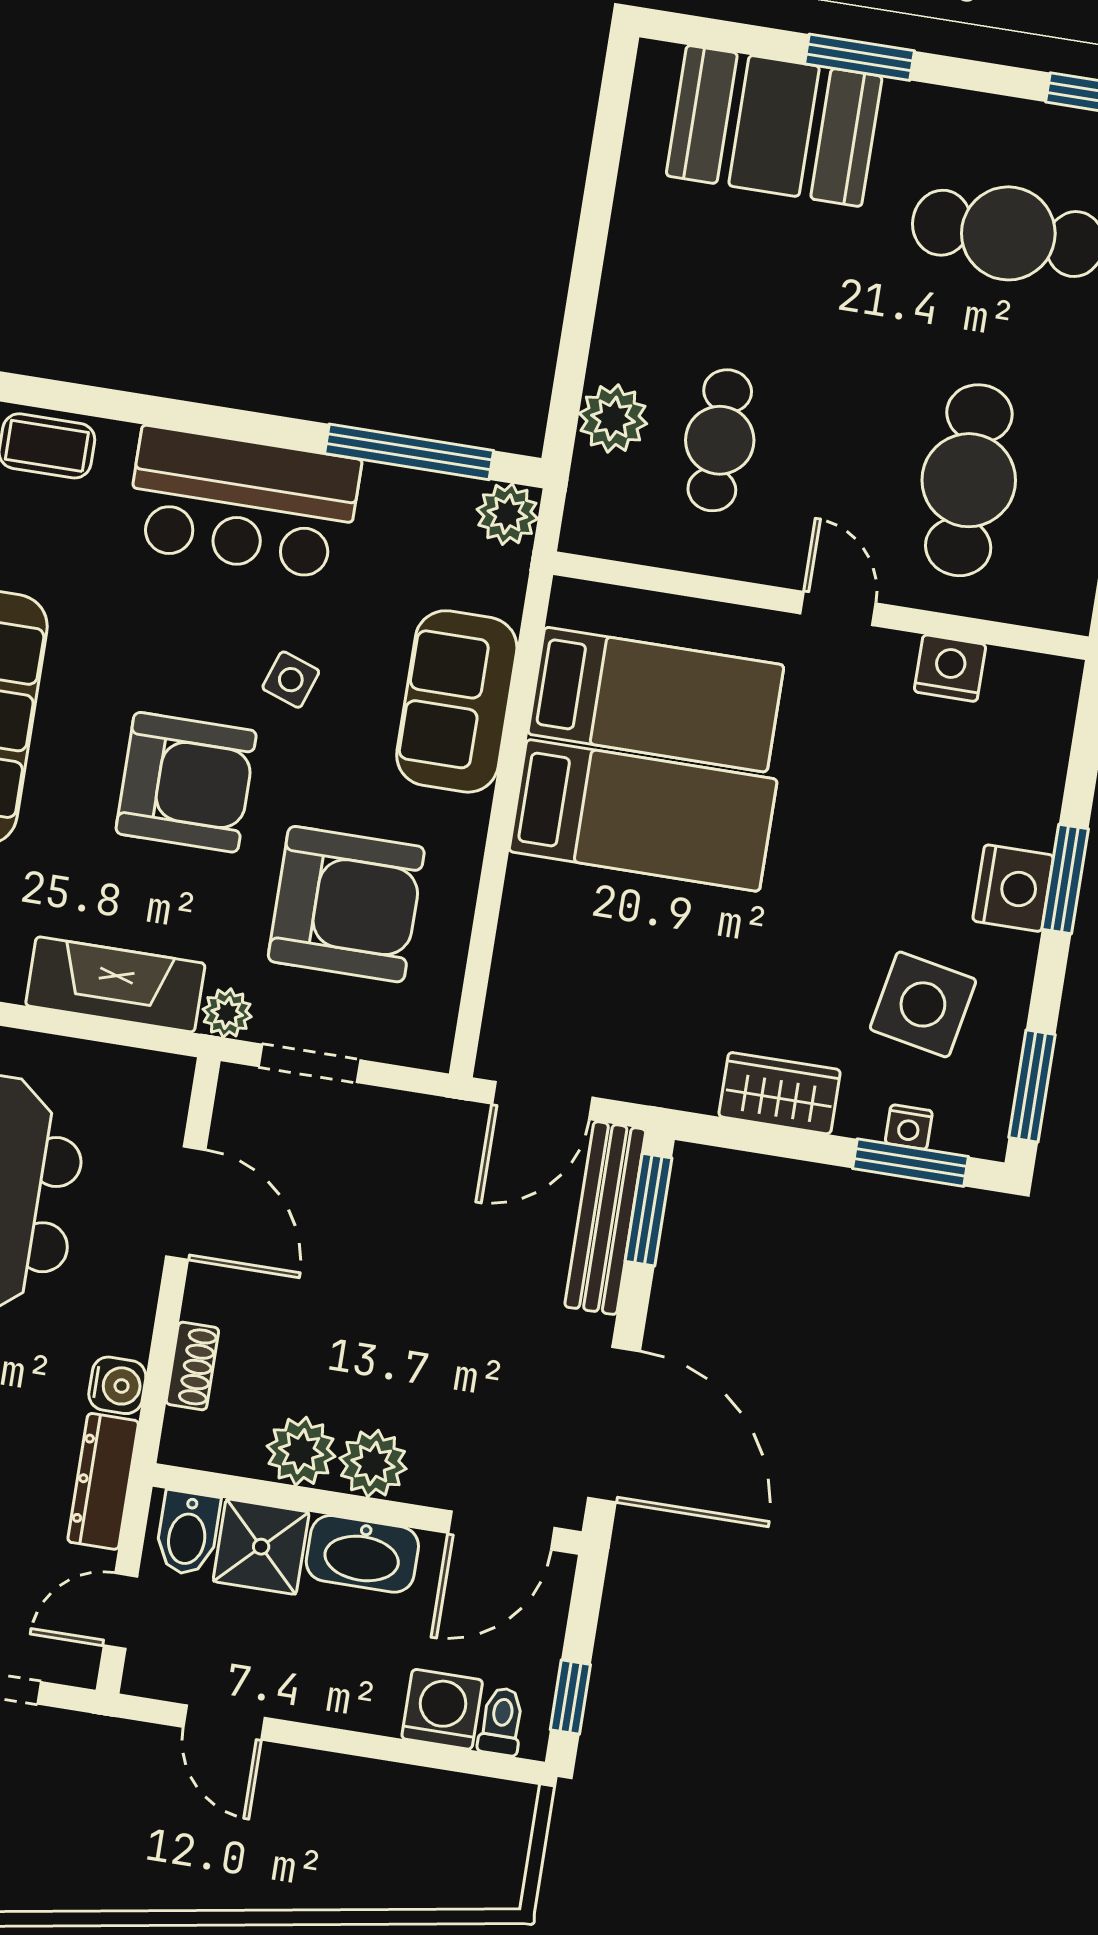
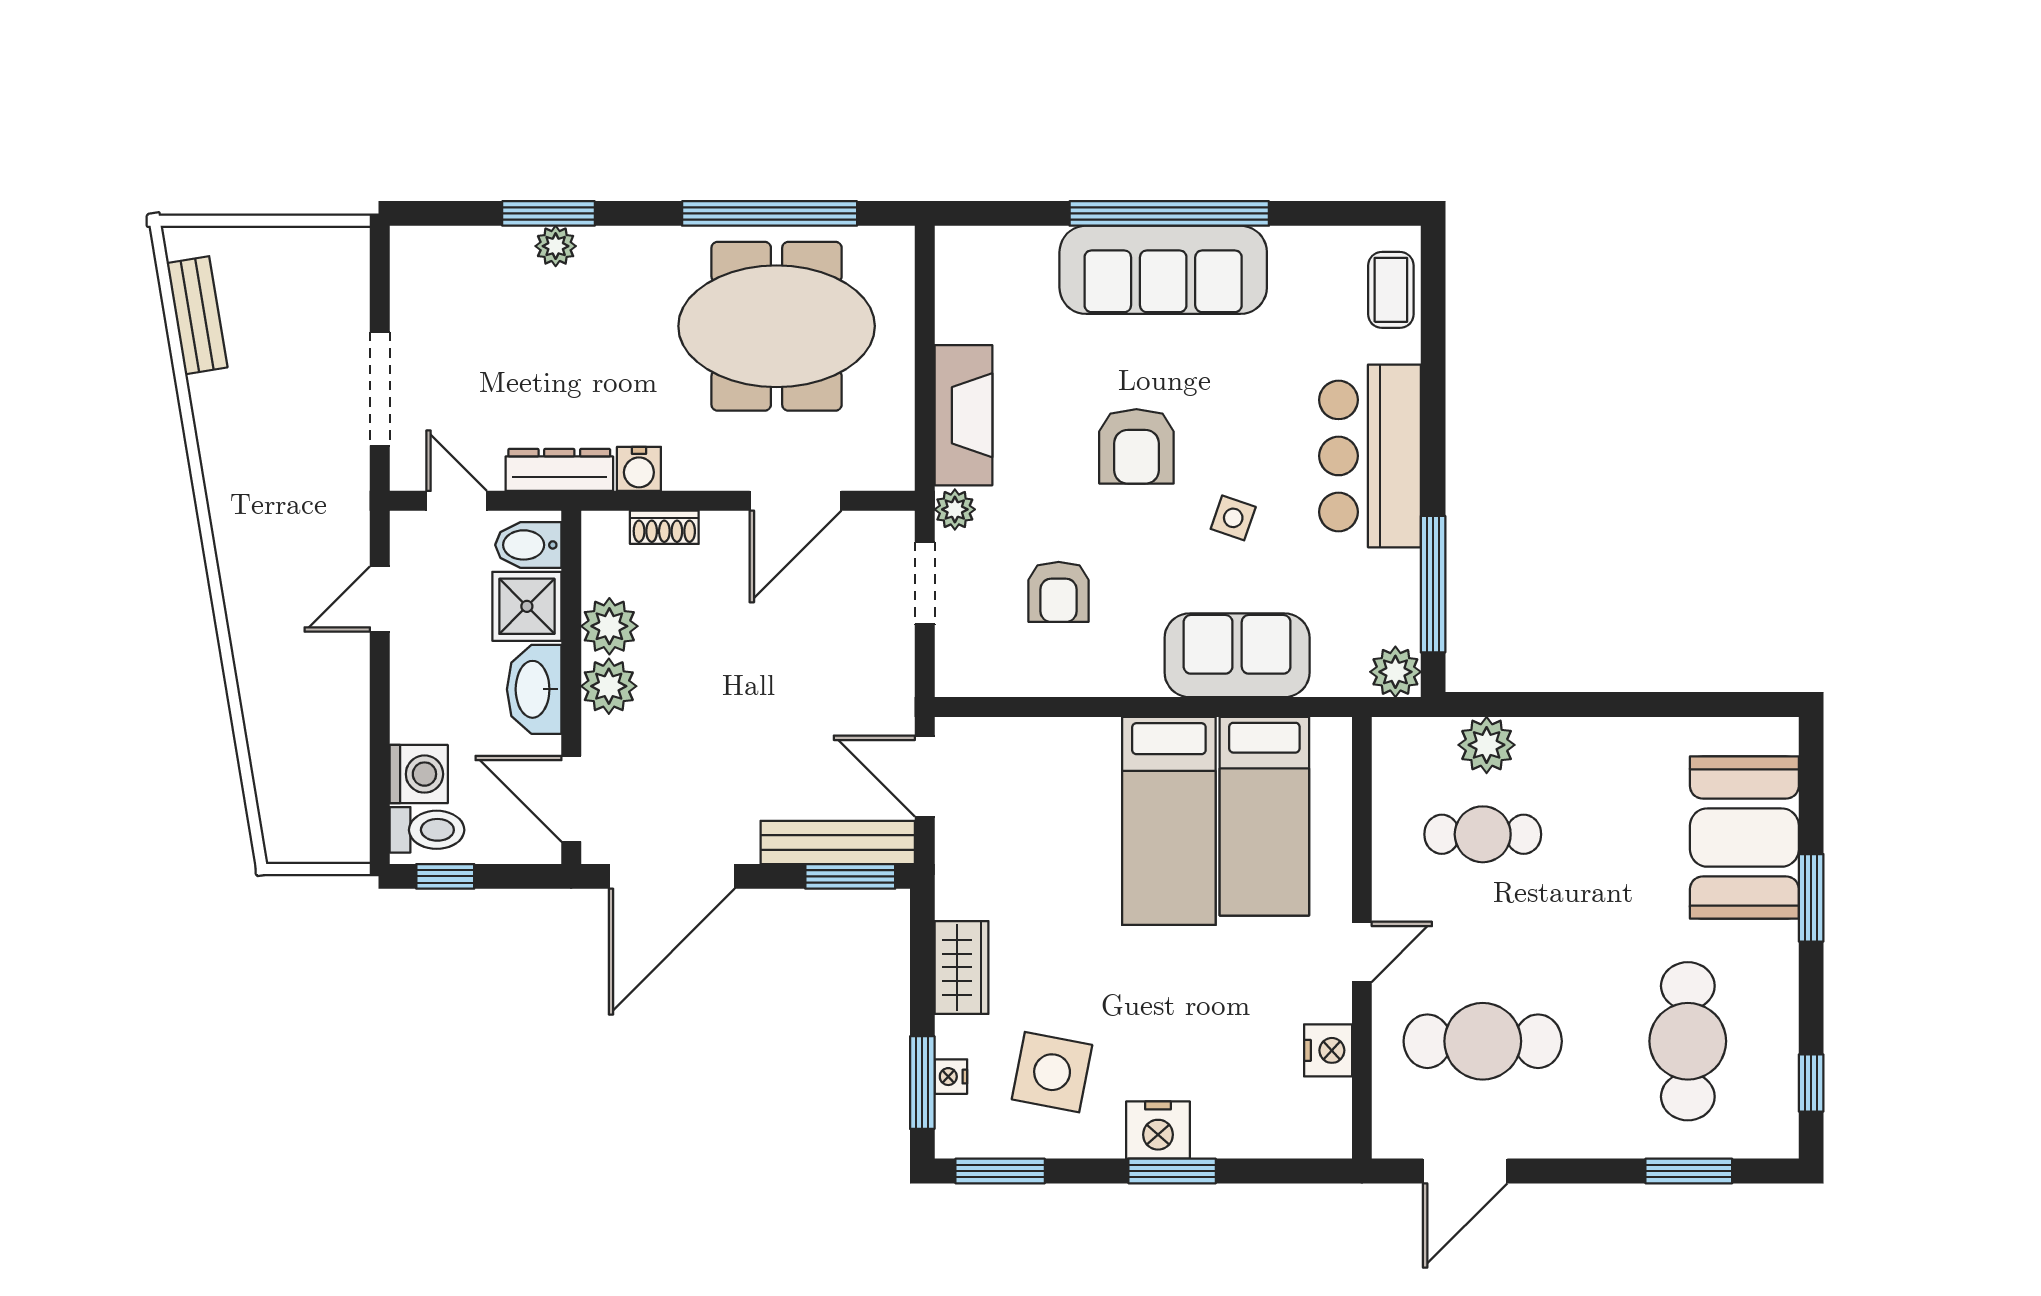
armchair: (186, 782) -> (1136, 446), width x0.73, depth x0.73
armchair: (346, 904) -> (1059, 592), width x0.53, depth x0.53
toilet: (501, 1721) -> (427, 830), width x1.37, depth x1.39

